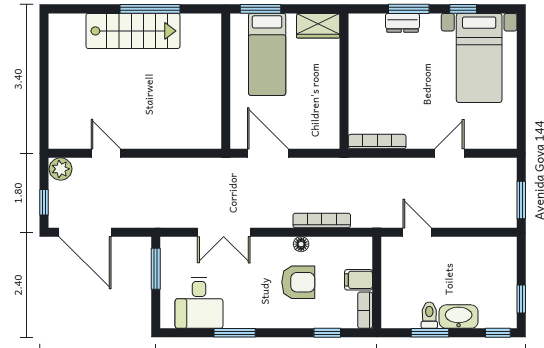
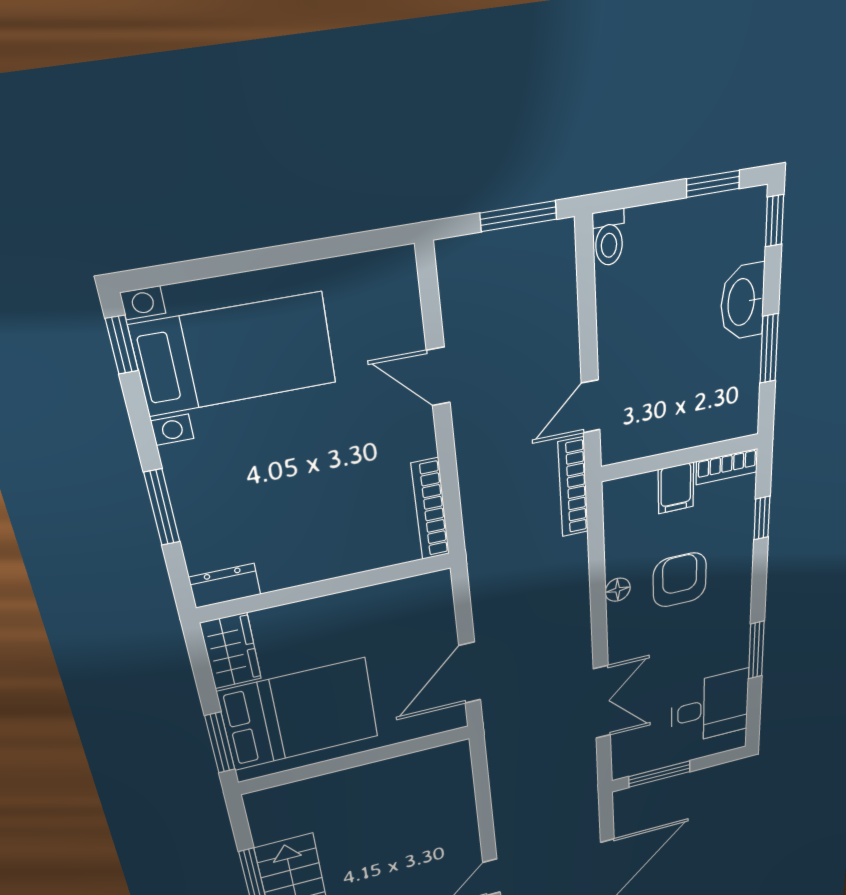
window: (463, 9) -> (122, 345), moved
dresser: (402, 23) -> (225, 586), moved, turned -90
bed: (267, 54) -> (299, 714), width x1.50
bookcase: (322, 220) -> (573, 487), moved
toilet: (429, 315) -> (609, 238), moved, turned -90

